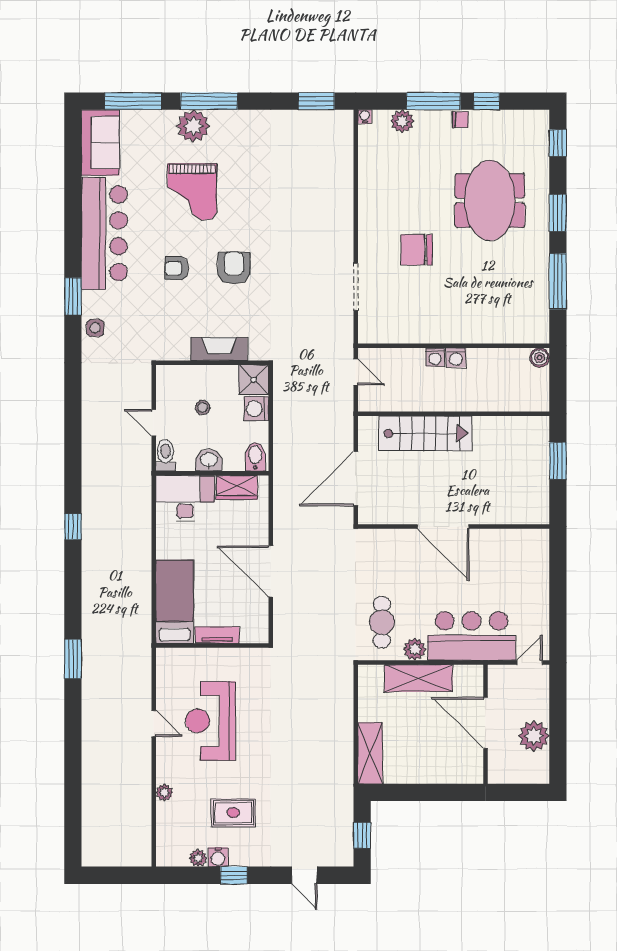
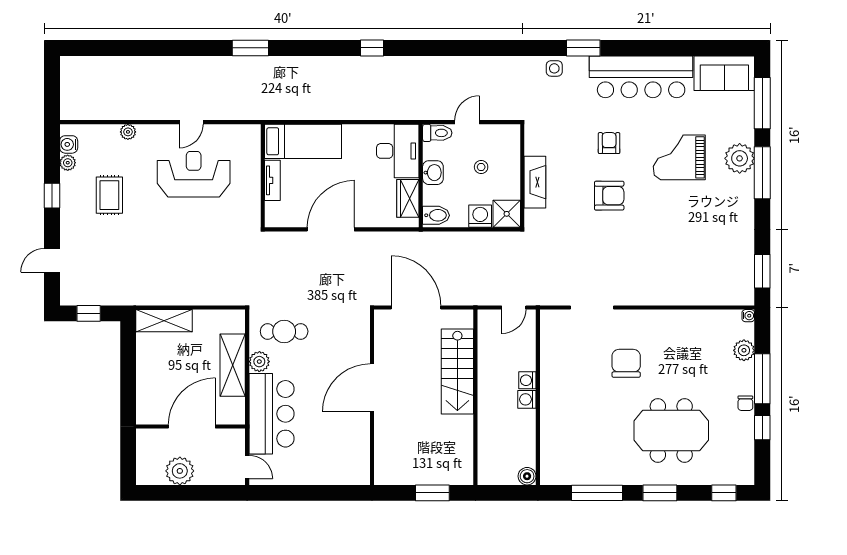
water cooler: (218, 857) -> (69, 144), moved

